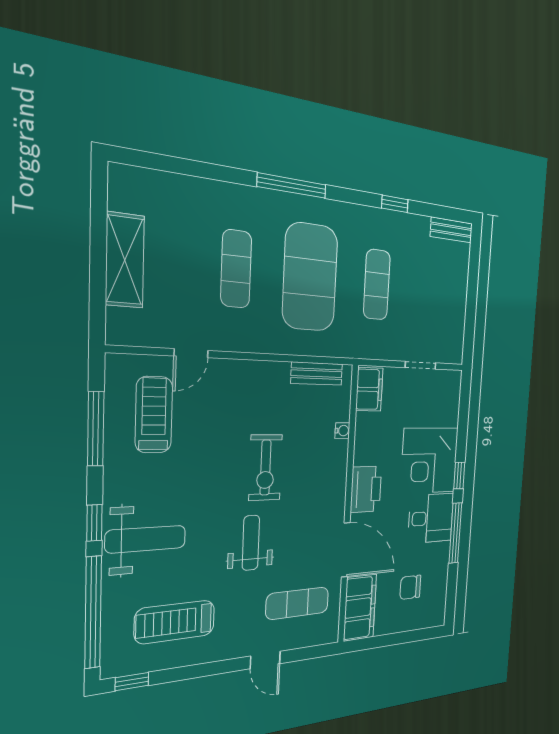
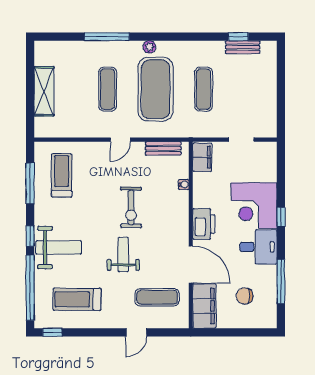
window: (292, 186) -> (107, 37), moved
window: (395, 204) -> (238, 37), moved
plant: (304, 205) -> (149, 47), added
bench: (451, 230) -> (243, 47), moved
door: (191, 353) -> (120, 140), moved
window: (455, 533) -> (281, 282), moved
door: (265, 660) -> (136, 332), hinge flipped

